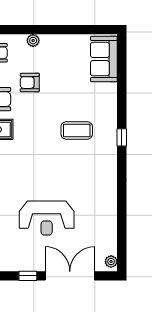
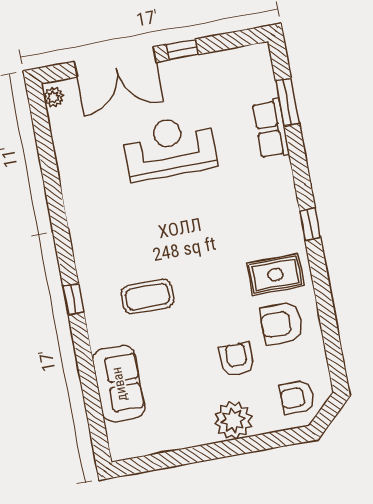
plant: (33, 41) -> (233, 420), width x1.88, depth x1.88
sofa: (104, 59) -> (119, 384), moved
armchair: (30, 83) -> (237, 359), turned -90

